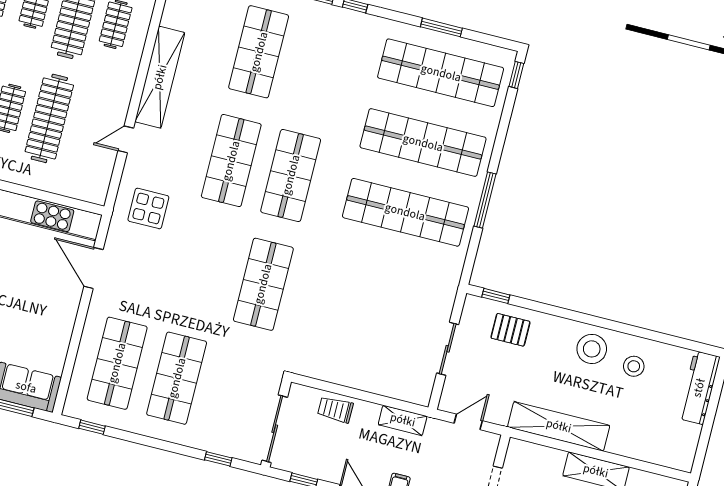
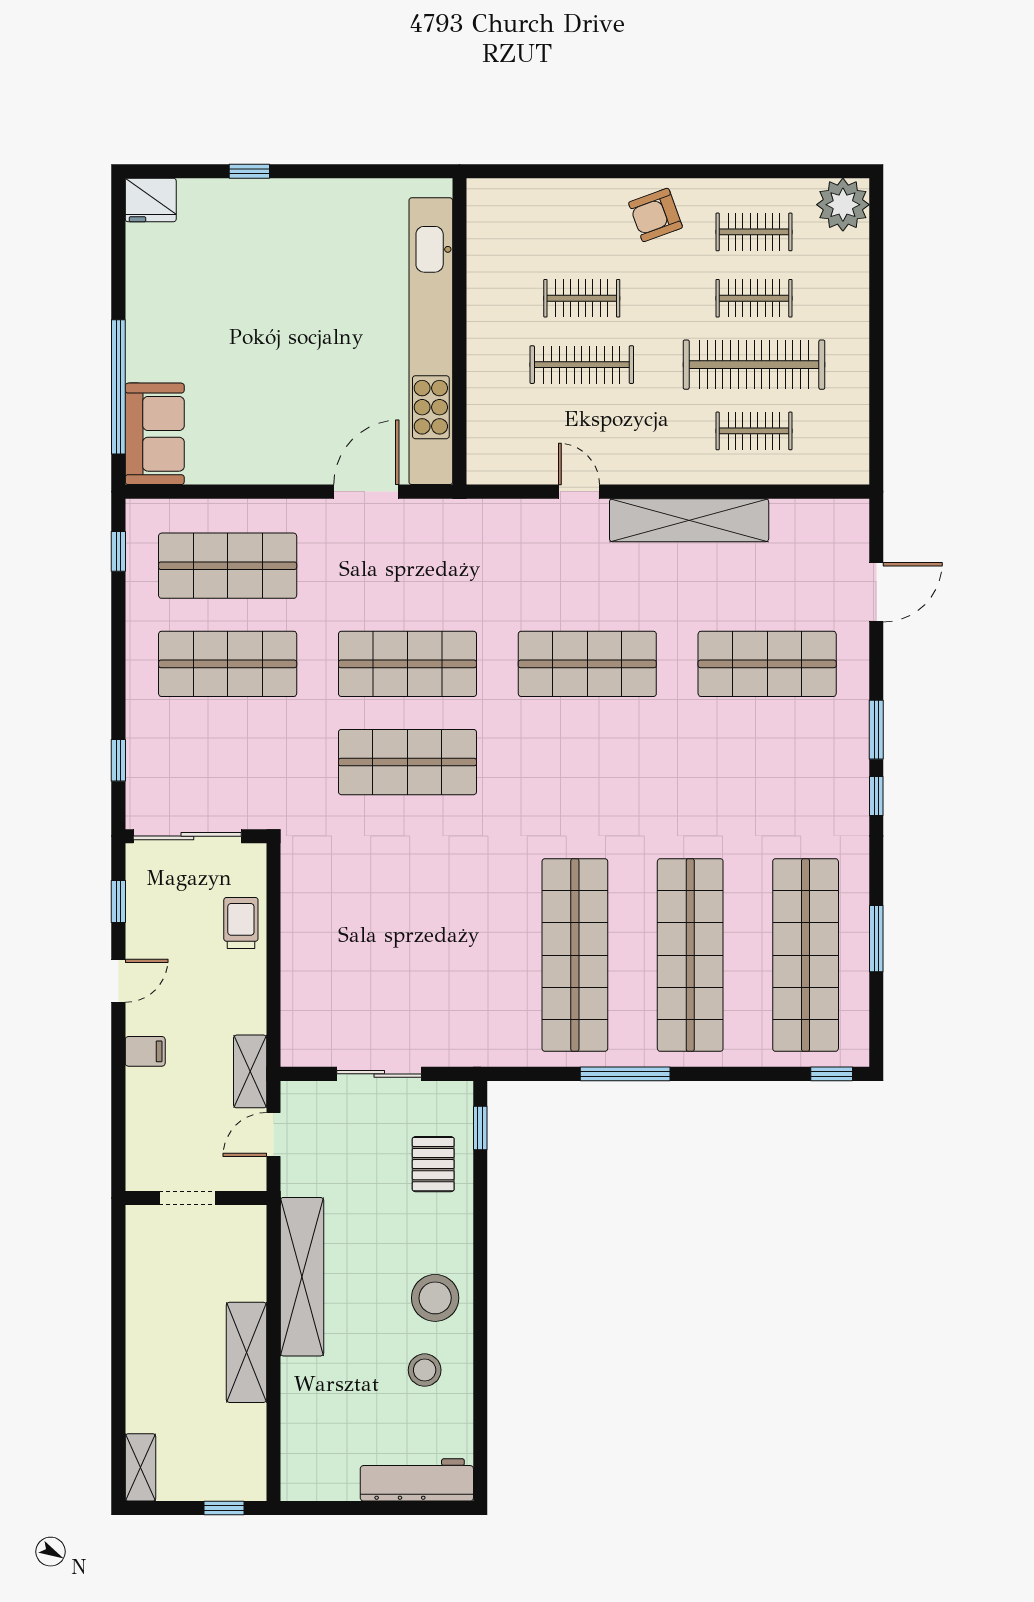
clothes rail: (49, 118) -> (582, 365), width x0.73, depth x0.76
shop shelf: (291, 175) -> (407, 664), moved
display table: (148, 208) -> (480, 554), removed
shelving: (403, 420) -> (250, 1071), moved
door: (468, 422) -> (273, 1135), swing flipped

